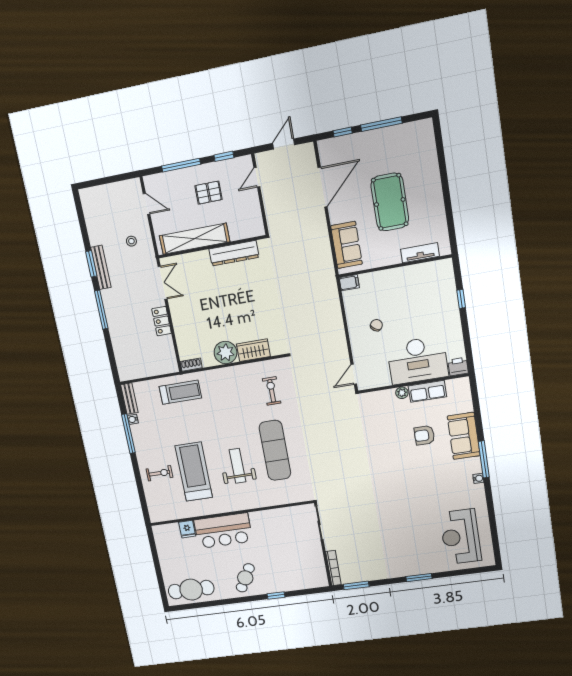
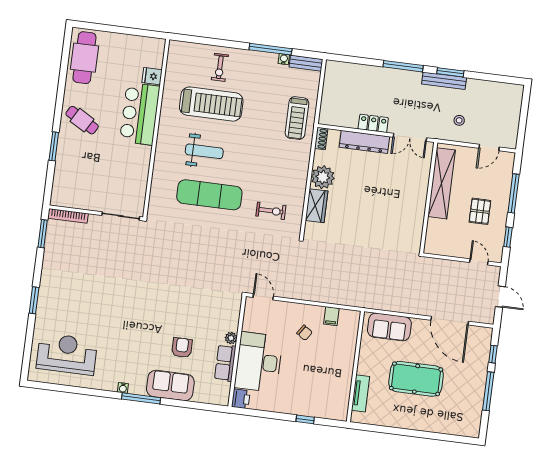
dresser: (234, 253) -> (364, 142), moved, turned -90
filing cabinet: (349, 283) -> (331, 316), moved
window: (276, 596) -> (54, 146), width x1.50

